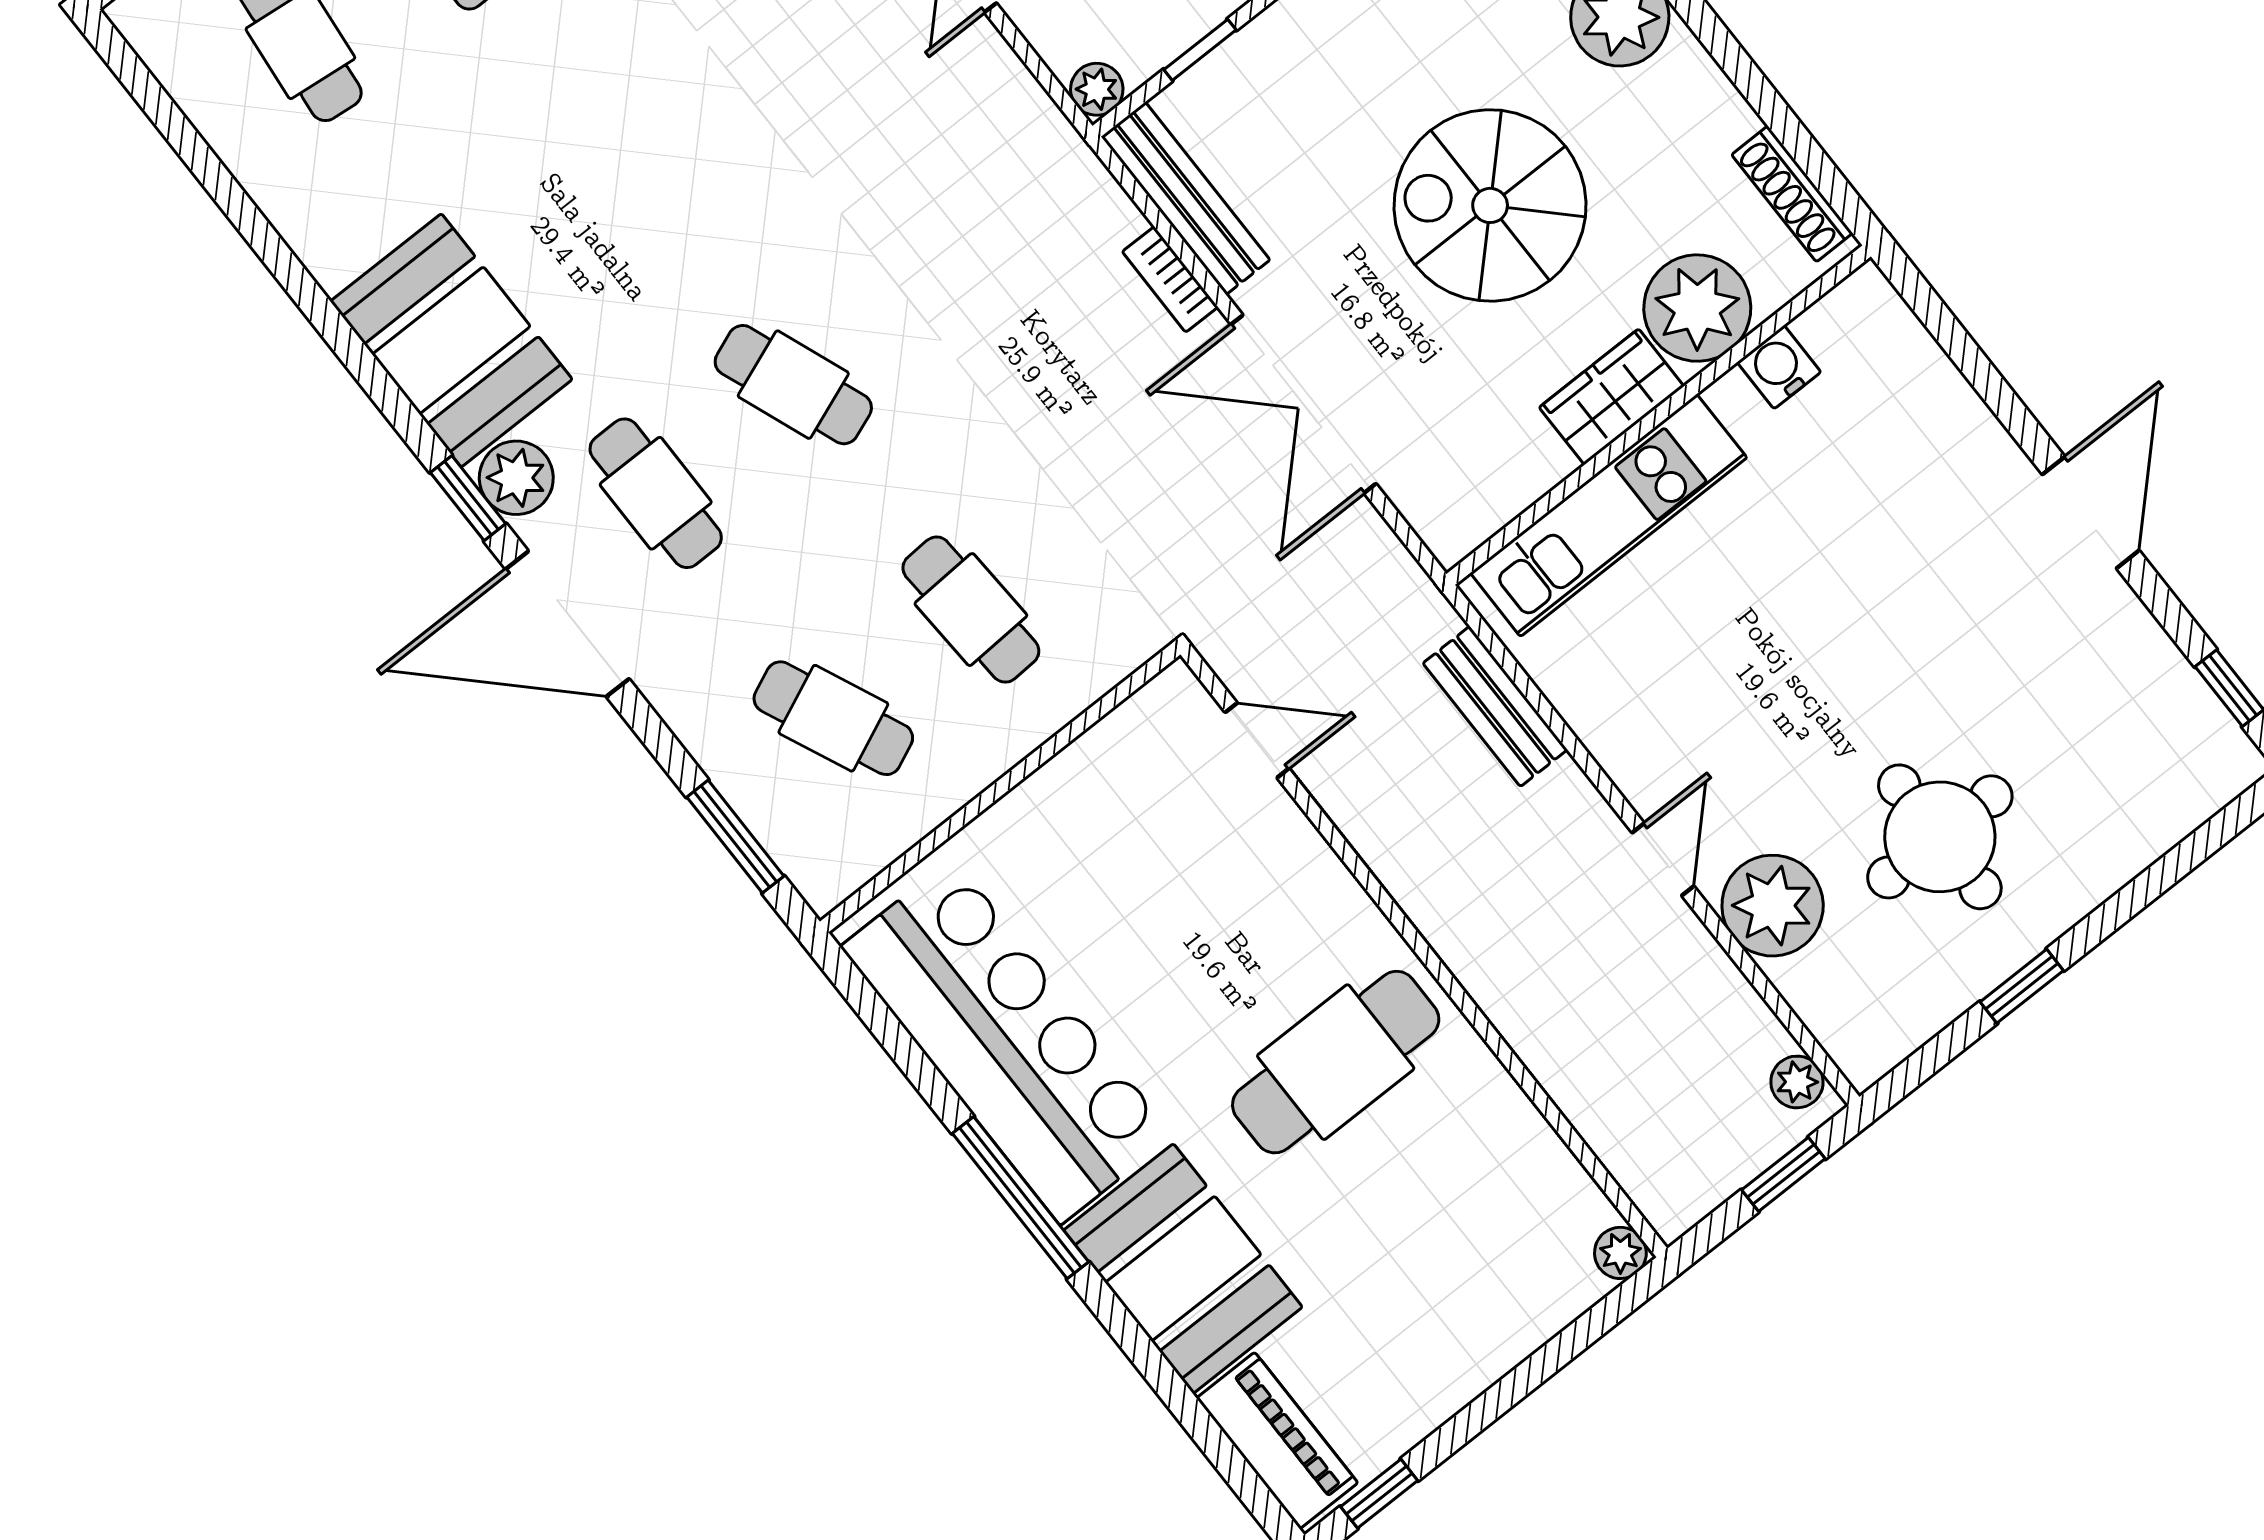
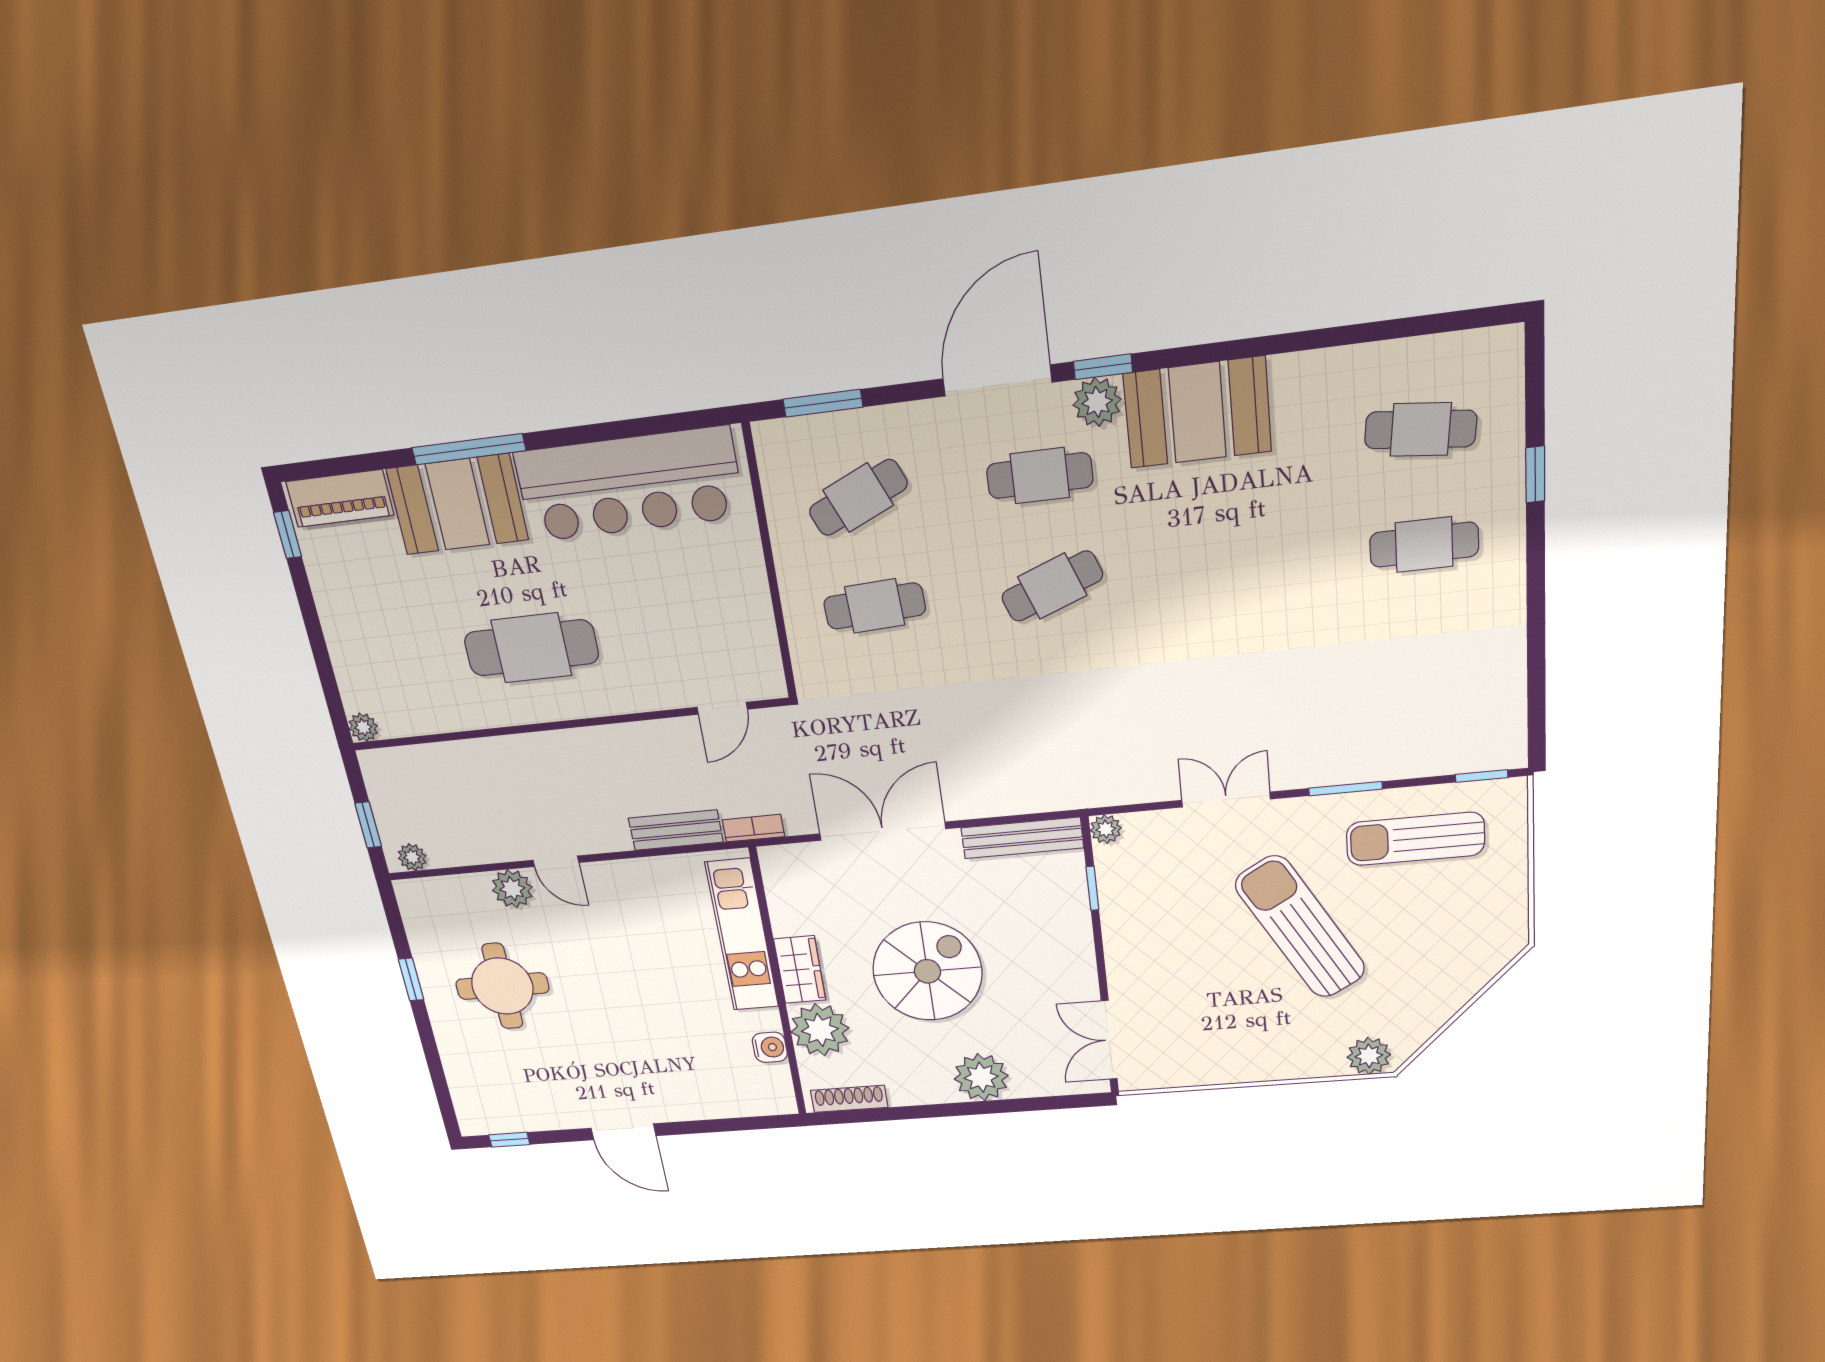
bookcase: (1170, 279) -> (753, 828), moved
plant: (1773, 906) -> (512, 889), width x0.73, depth x0.73
cafe table: (1336, 1062) -> (531, 648), turned 90
window: (1020, 1198) -> (469, 449), moved

